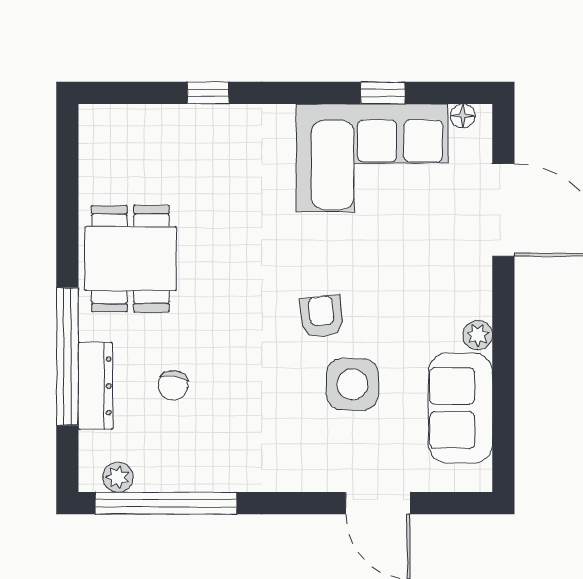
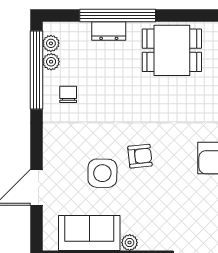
chair: (173, 385) -> (68, 94), moved, turned 82
dresser: (95, 386) -> (109, 31), width x0.70
plant: (151, 477) -> (51, 62), added

